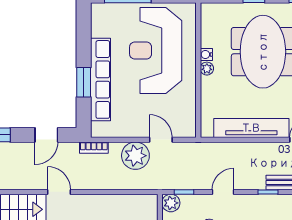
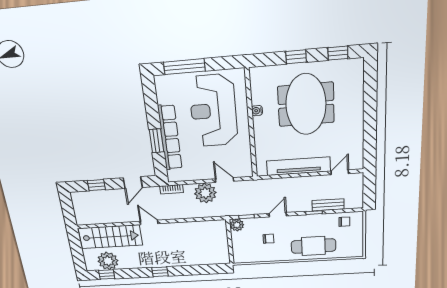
plant: (207, 69) -> (258, 122), removed

